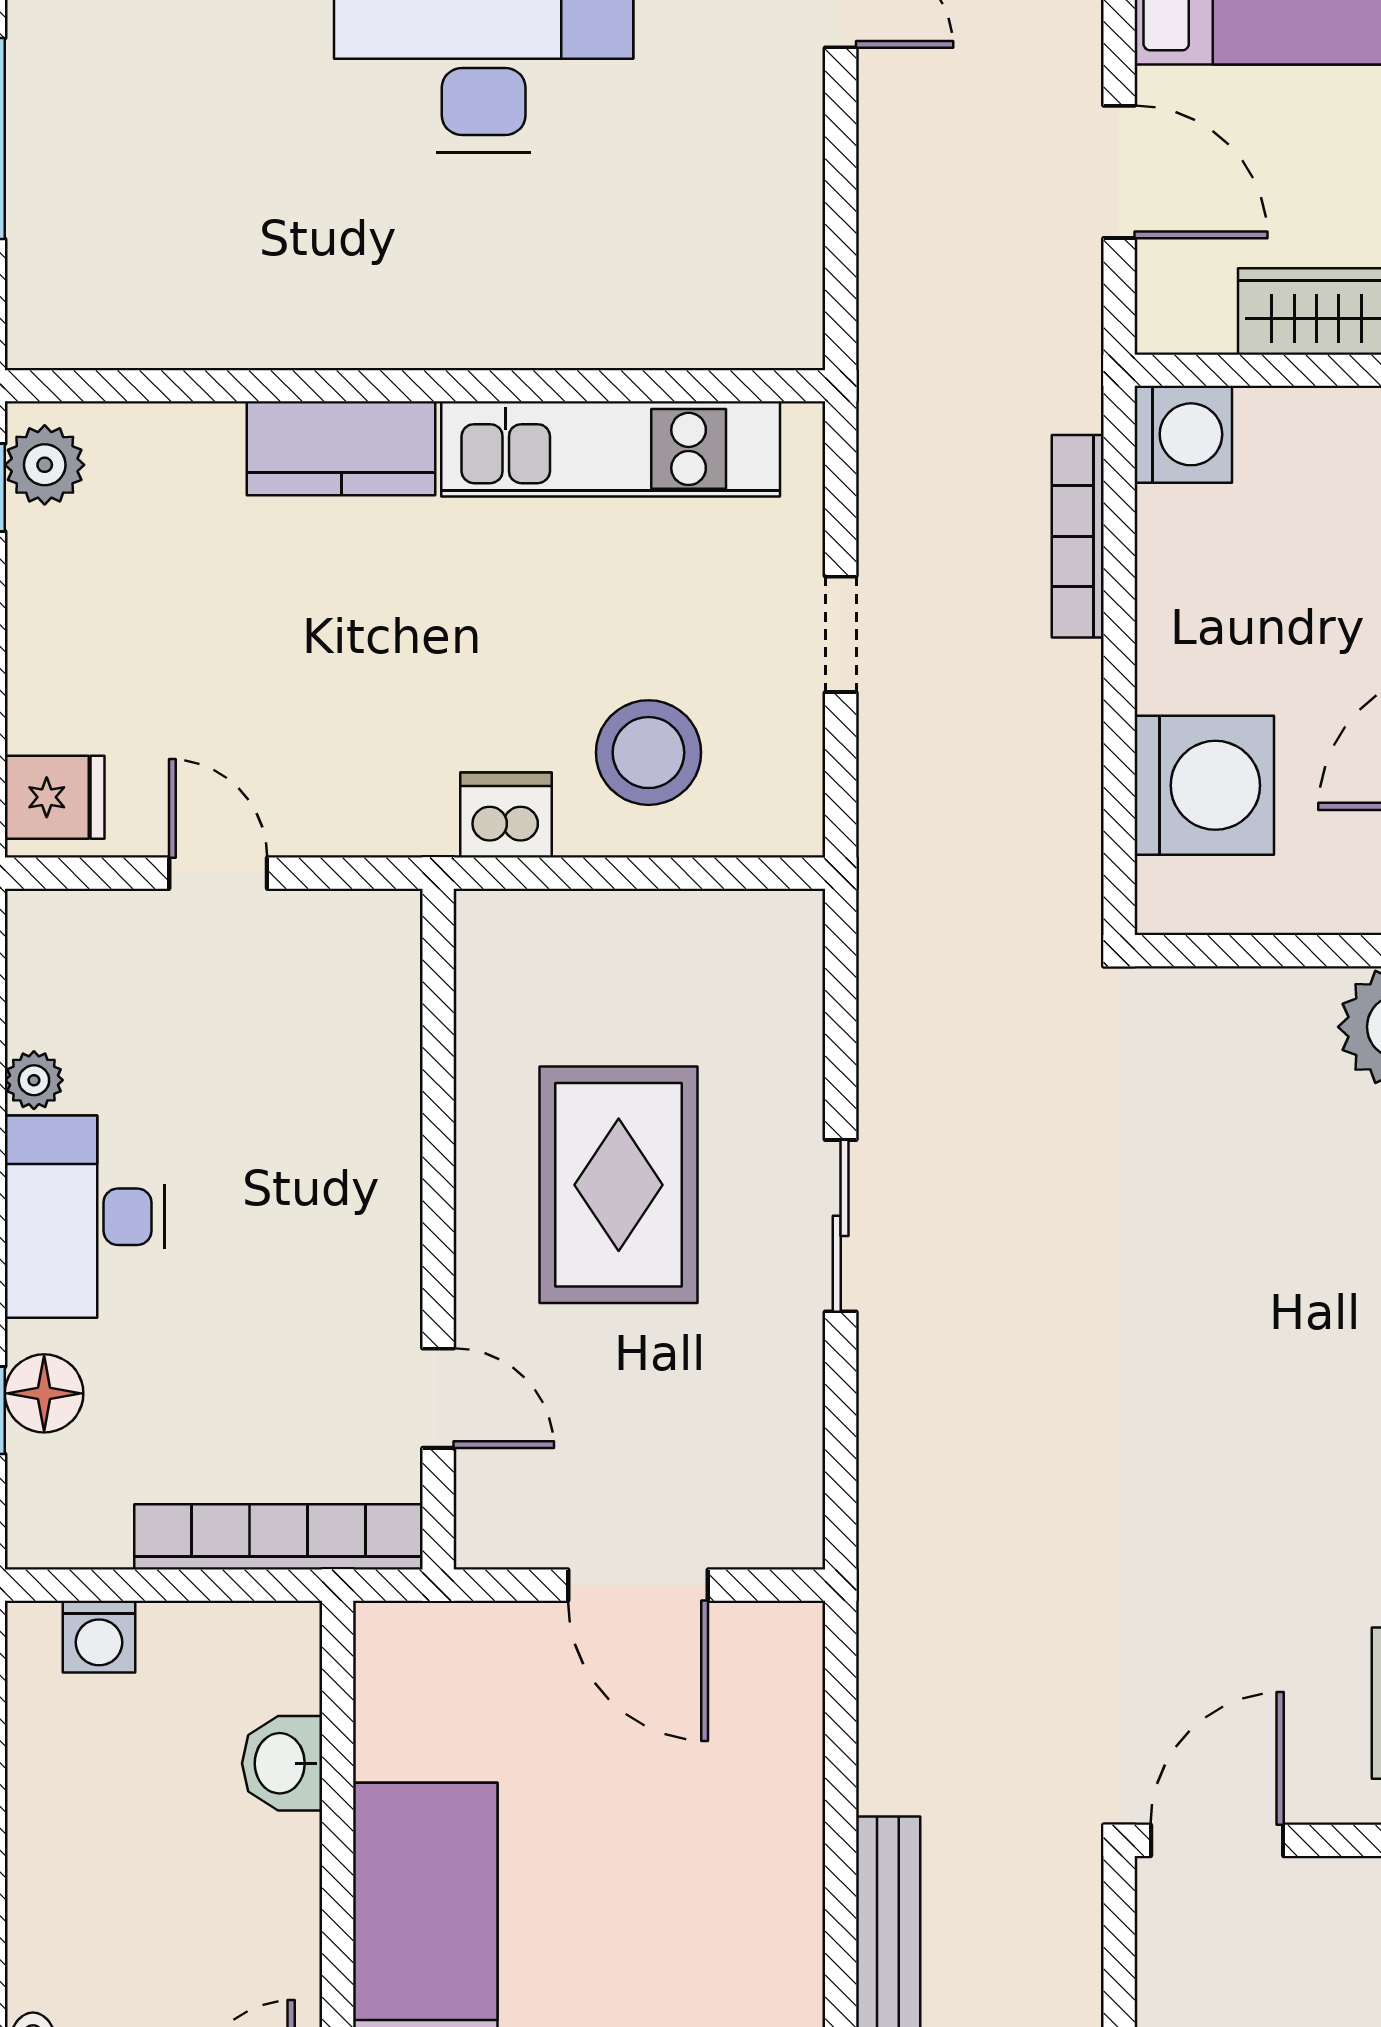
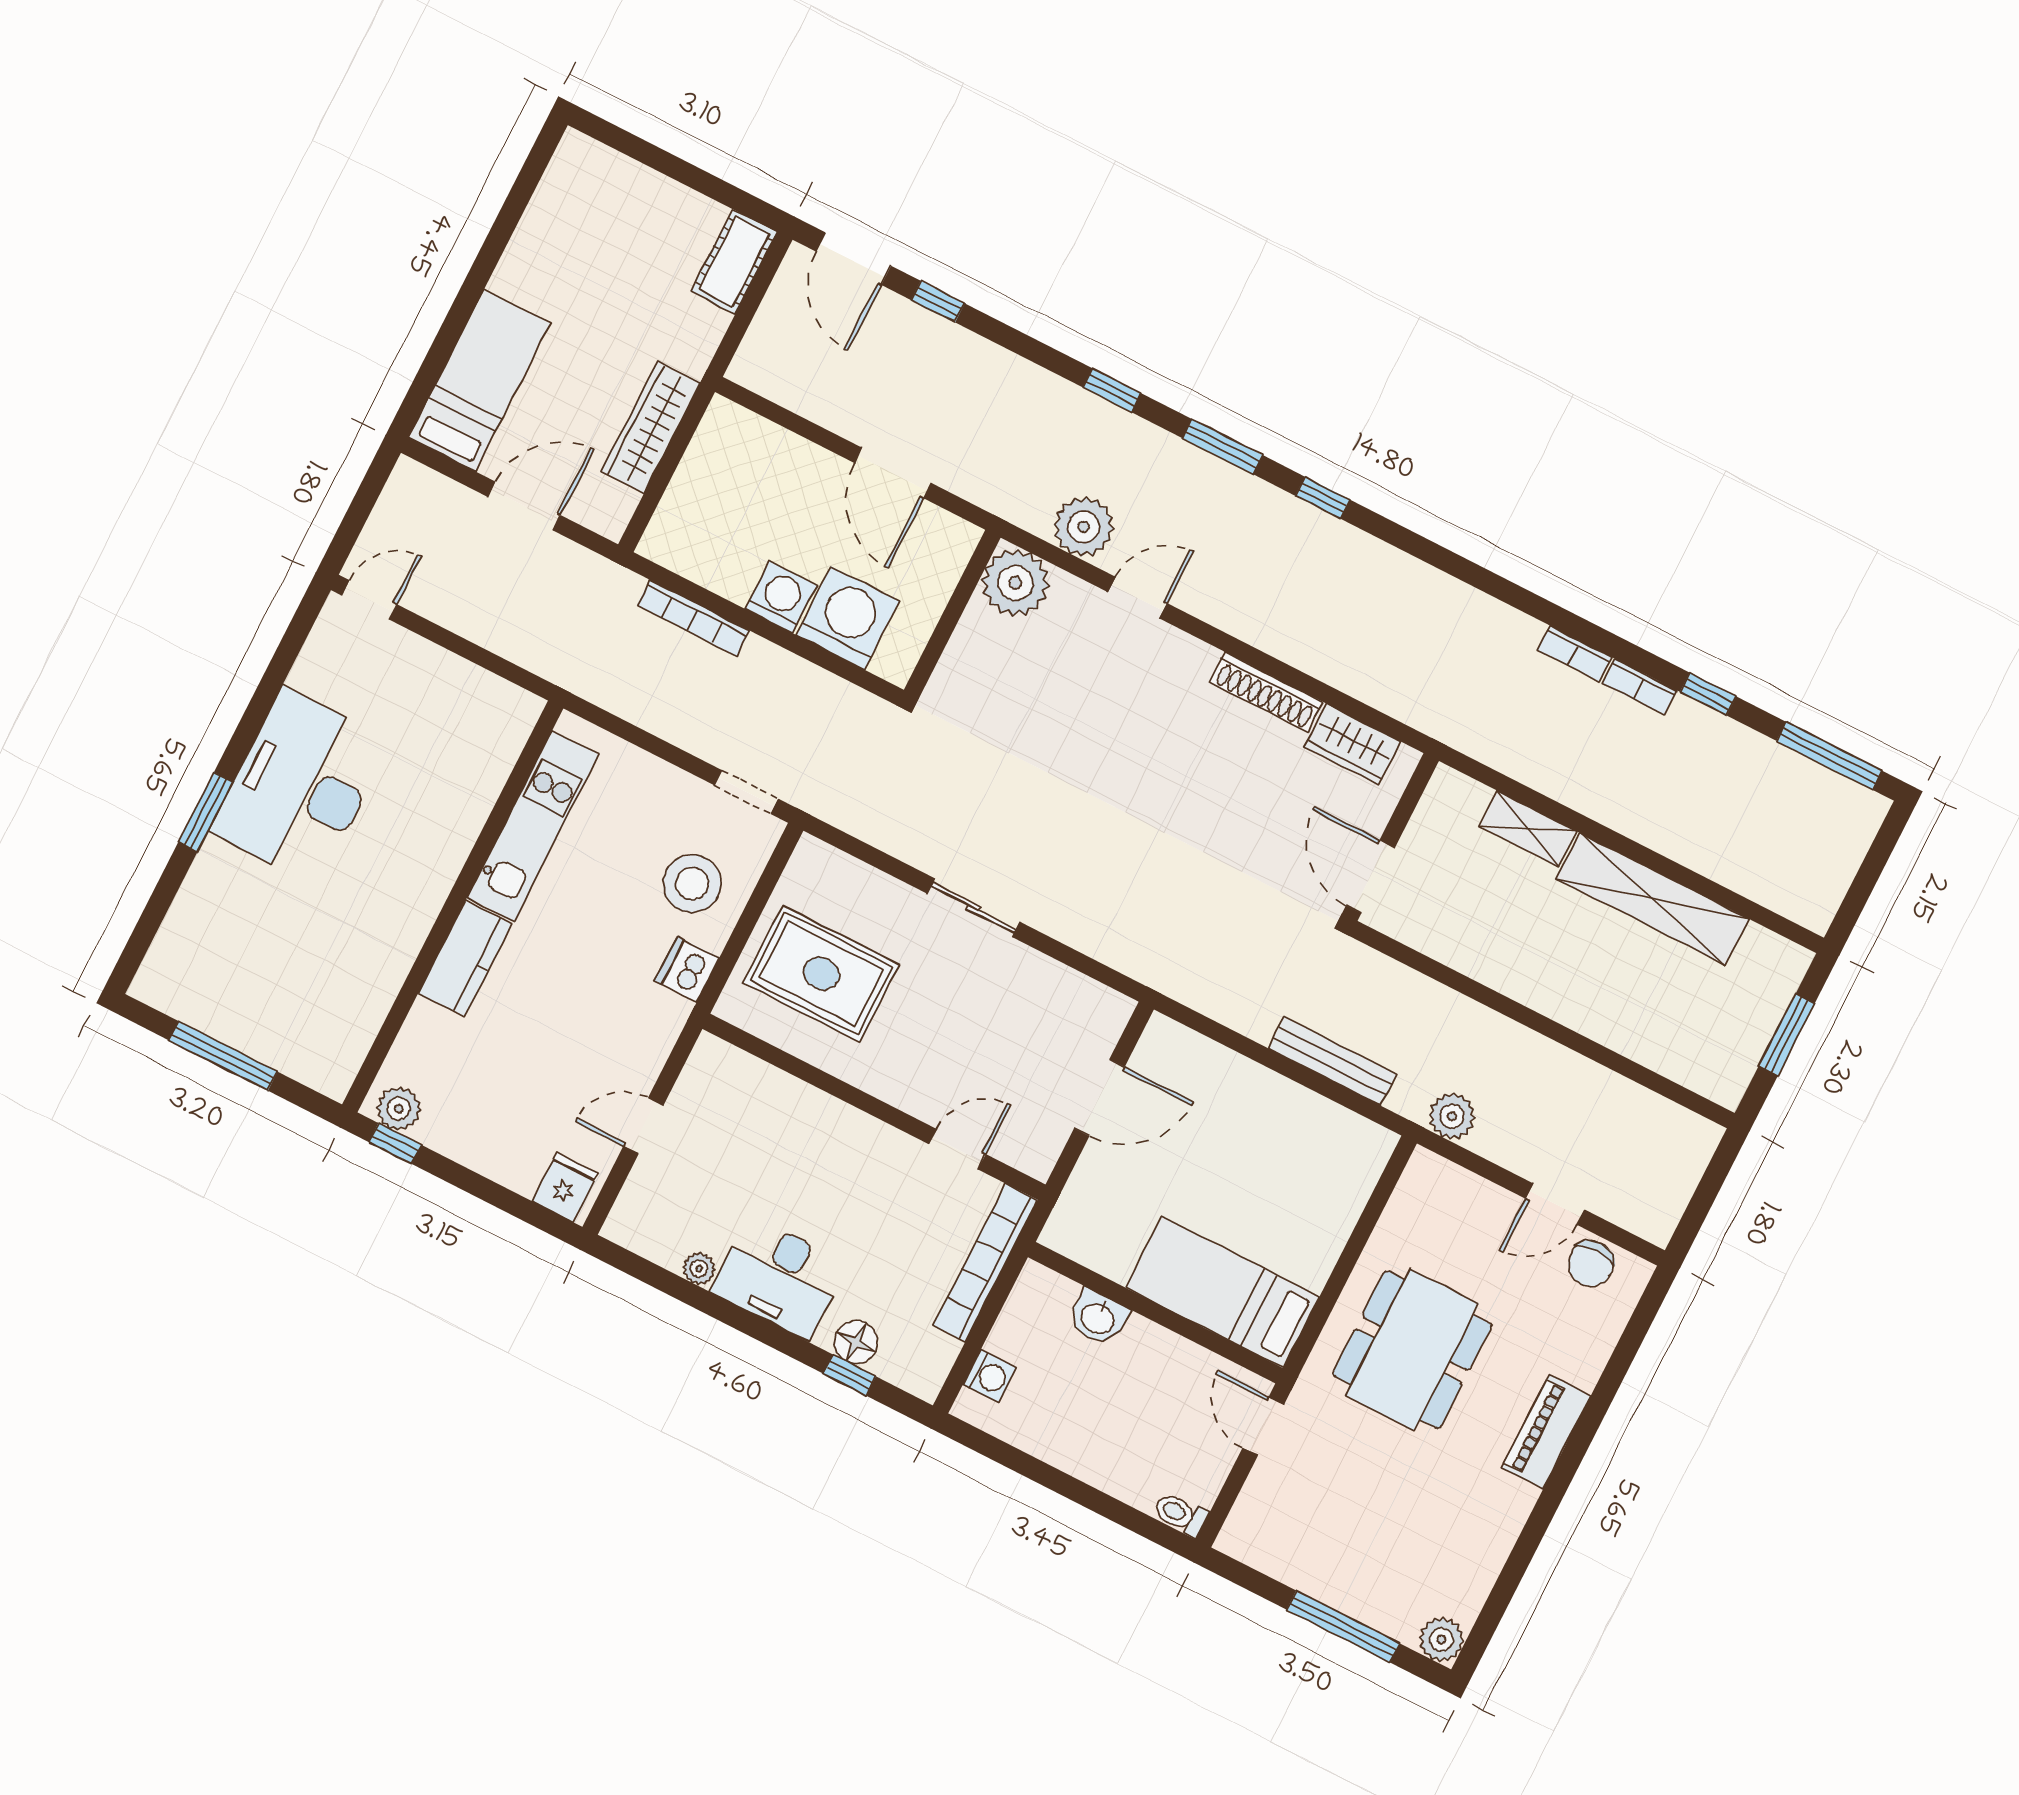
washing machine: (1183, 434) -> (781, 597), moved
doorway: (841, 634) -> (746, 792), moved
rug: (619, 1185) -> (821, 974), moved

